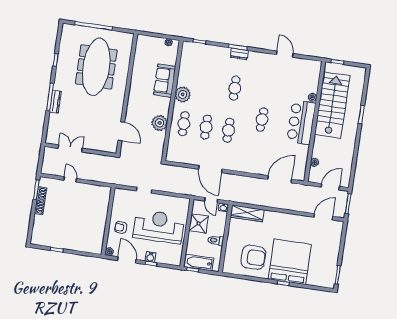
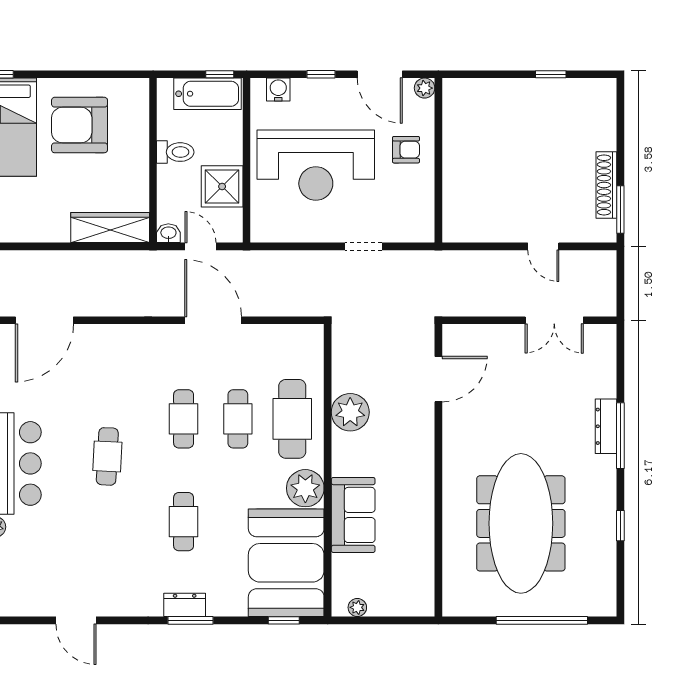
booth: (195, 65) -> (286, 563), added
cafe table: (184, 124) -> (292, 419), width x1.37, depth x1.35
door: (121, 131) -> (438, 379), swing flipped
water cooler: (150, 257) -> (278, 90), moved

